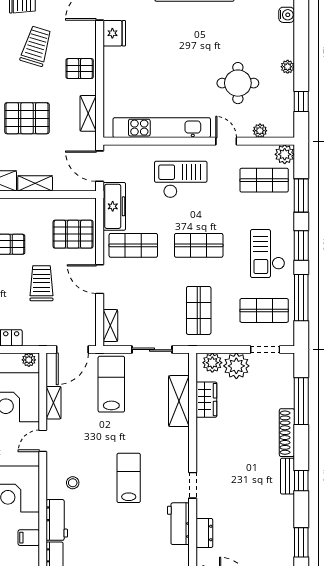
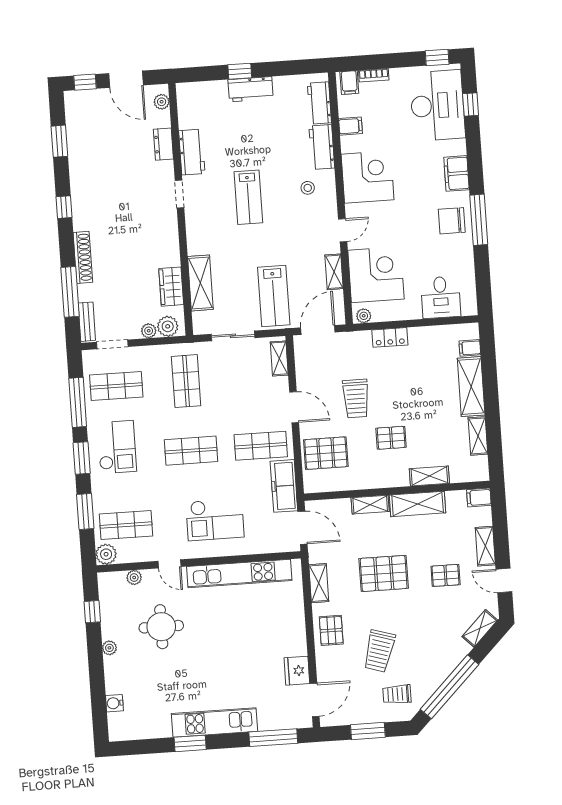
pallet: (80, 69) -> (331, 630), turned 90
plant: (236, 366) -> (149, 331), width x0.53, depth x0.53
bench: (287, 476) -> (87, 322), moved

